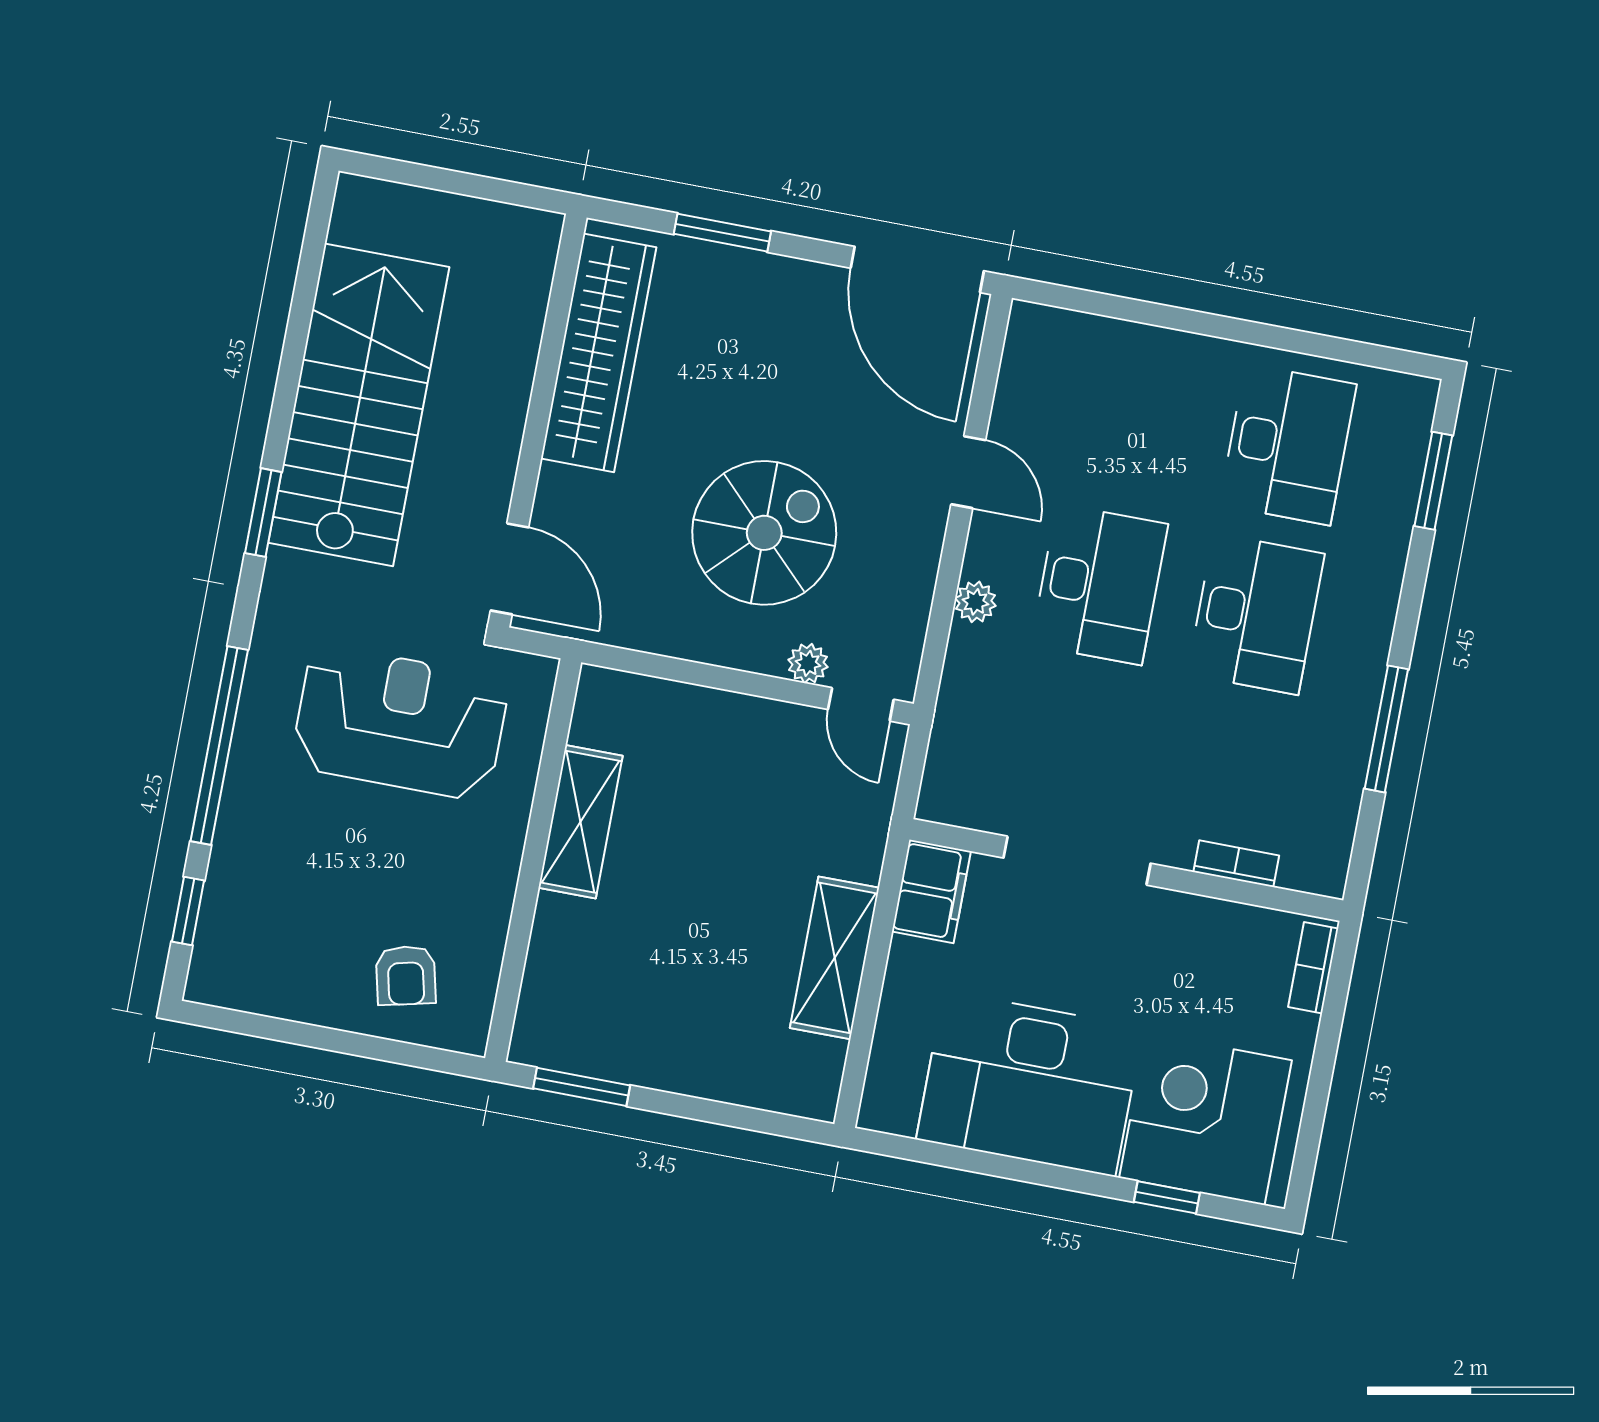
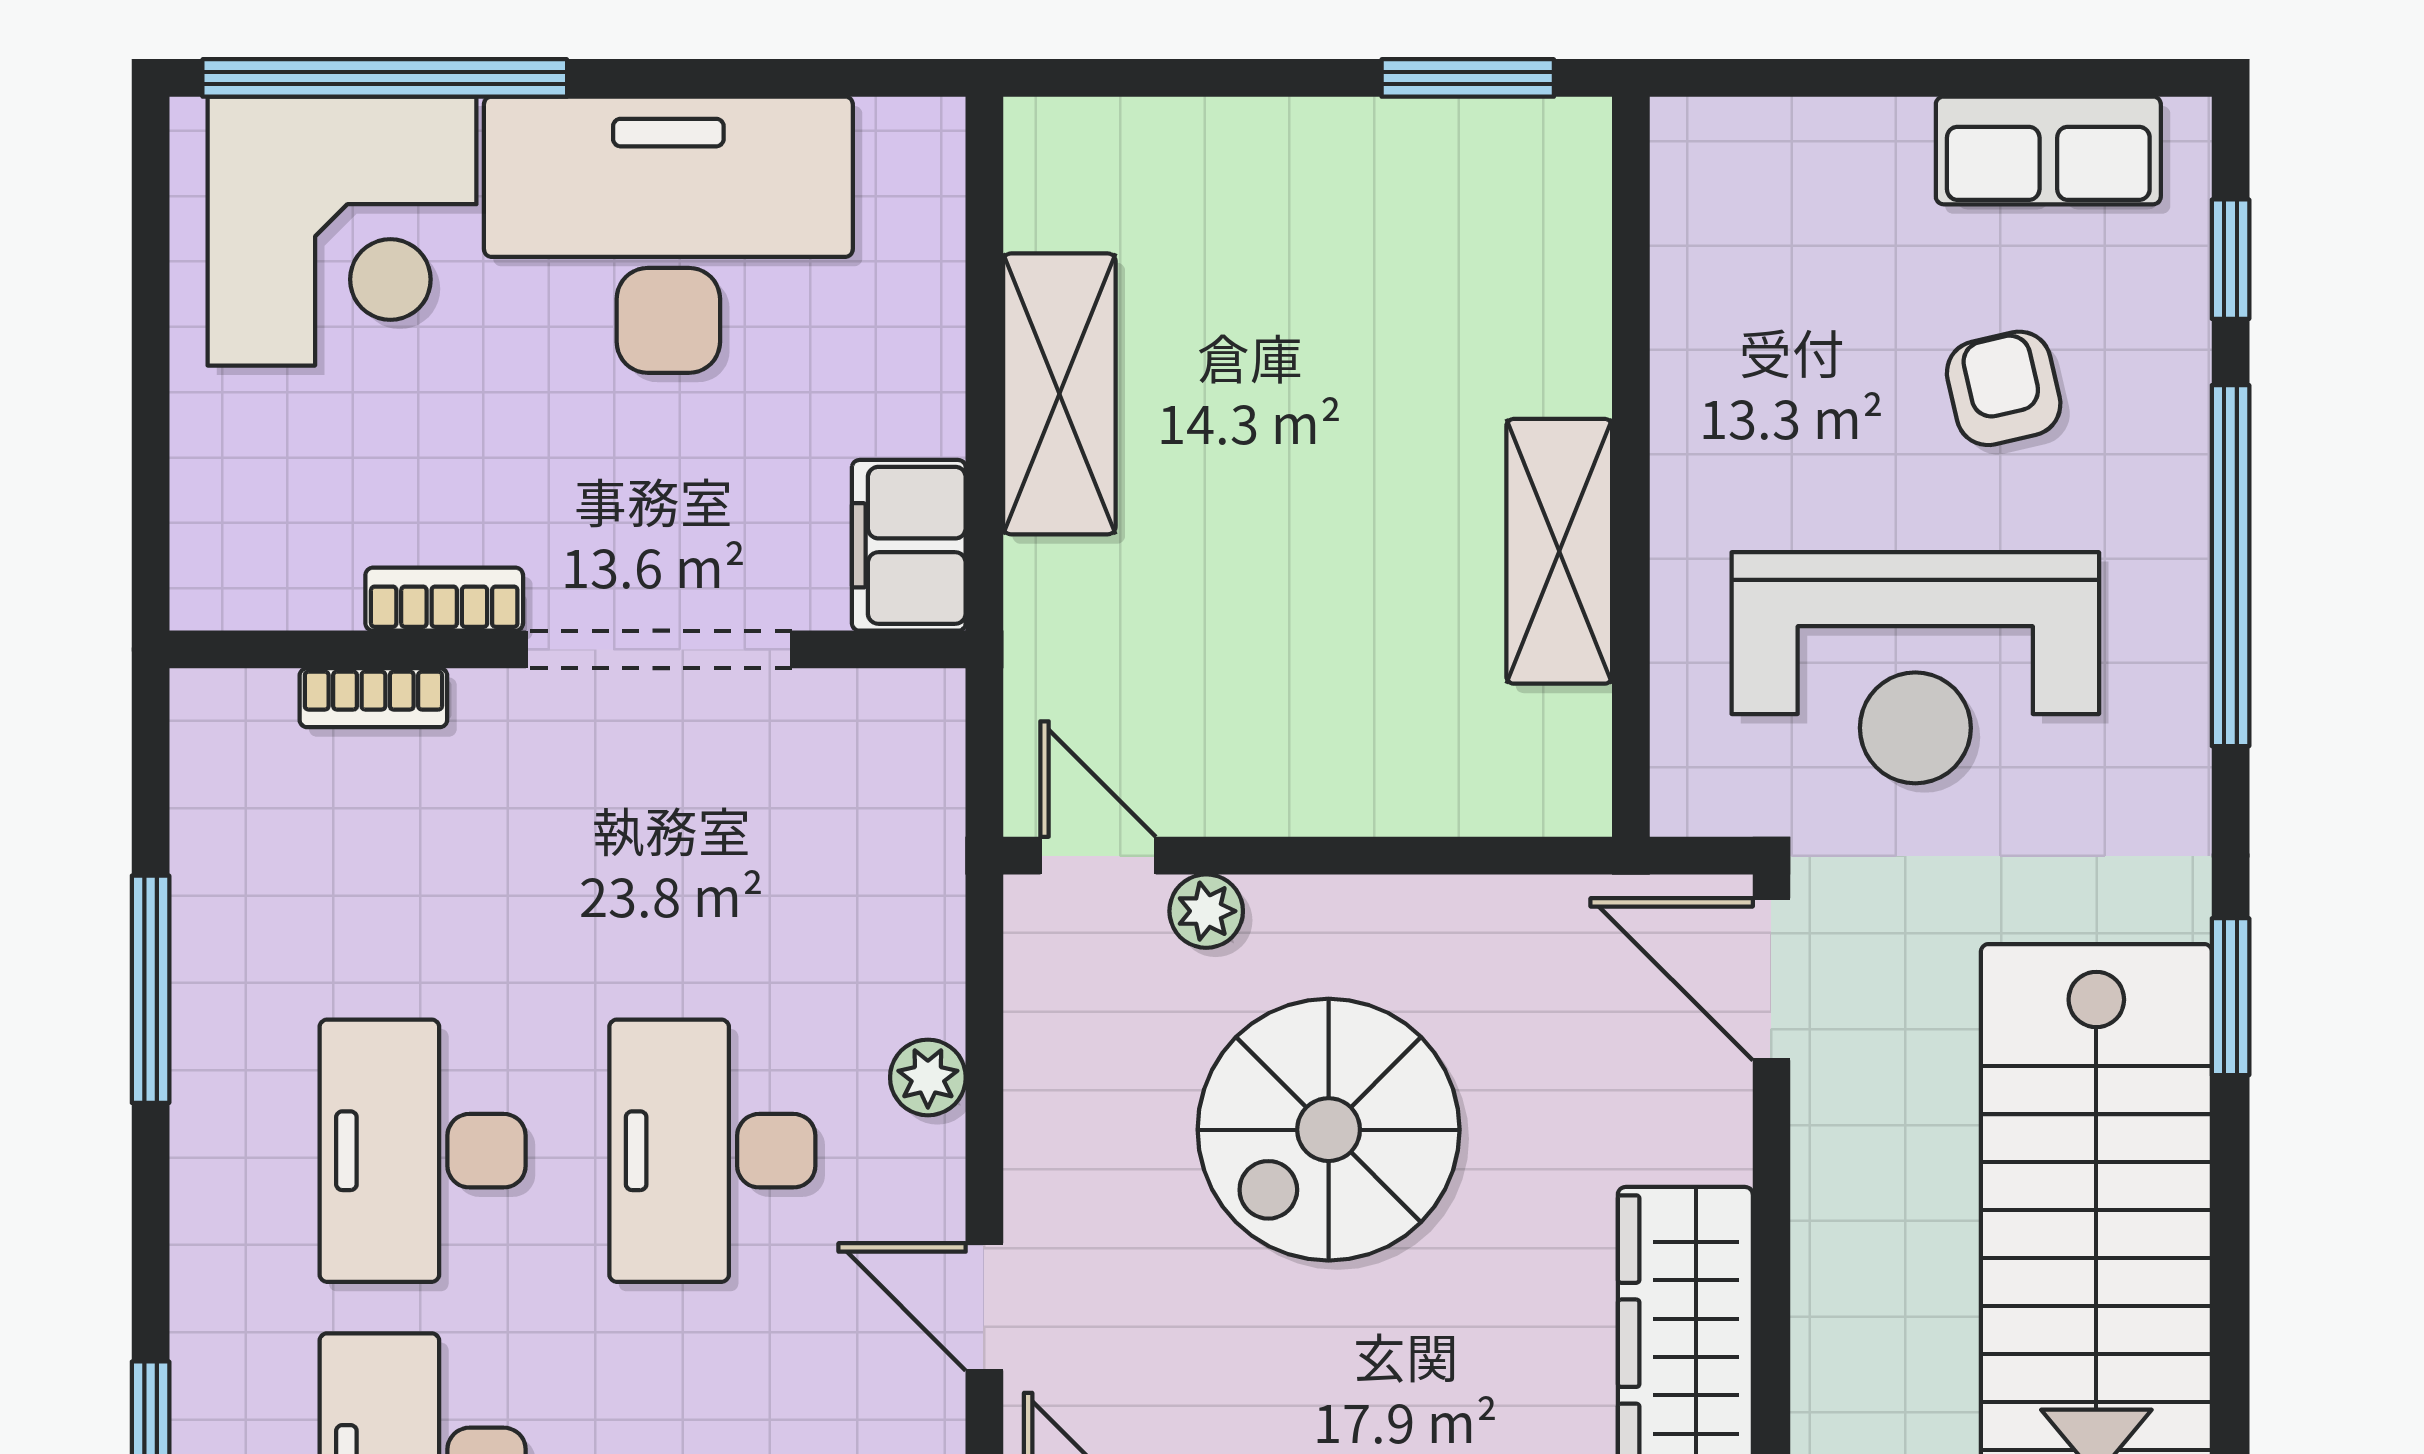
bookcase: (1313, 968) -> (444, 599), moved, turned -90
armchair: (406, 975) -> (2004, 388), moved
row of seats: (275, 988) -> (2048, 150), added
window: (1167, 1197) -> (385, 78), width x3.17

